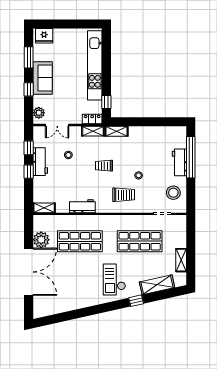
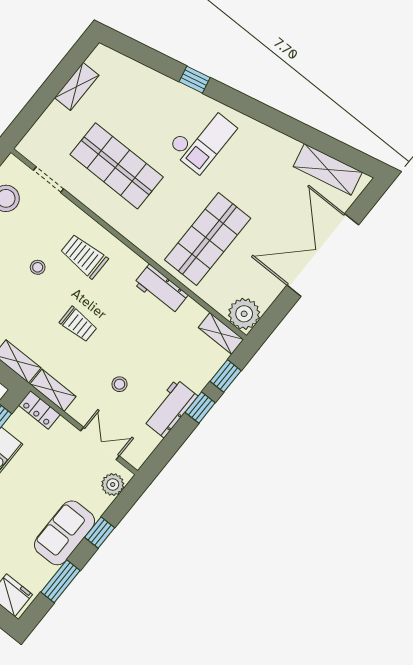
window: (29, 148) -> (226, 376), moved
plant: (41, 240) -> (244, 314), moved
shop shelf: (80, 241) -> (208, 239), turned 90
shelving: (157, 285) -> (328, 169), moved

